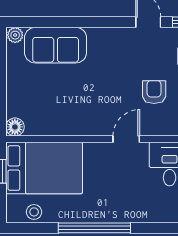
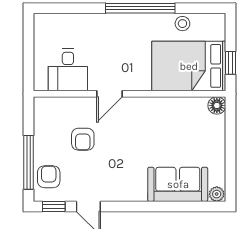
stool: (34, 212) -> (182, 24), moved

